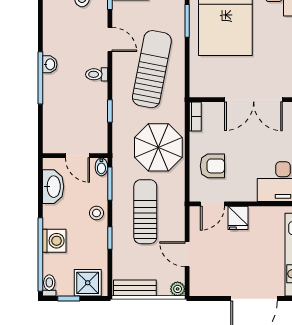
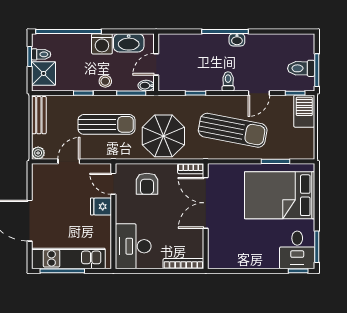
double door: (254, 100) -> (206, 203), moved
washing machine: (54, 241) -> (102, 44), moved
toilet: (49, 285) -> (41, 54), moved

